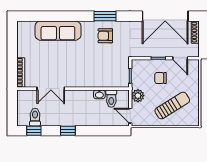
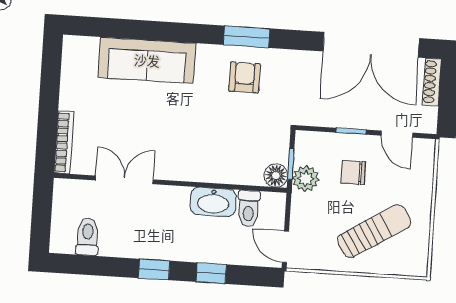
armchair: (105, 36) -> (245, 77), turned 90
floor lamp: (123, 82) -> (276, 175), added
double door: (51, 89) -> (124, 180), swing flipped
washbasin: (99, 94) -> (213, 202), width x1.91, depth x1.45
plant: (138, 96) -> (306, 179), moved
window: (34, 131) -> (211, 273), moved

